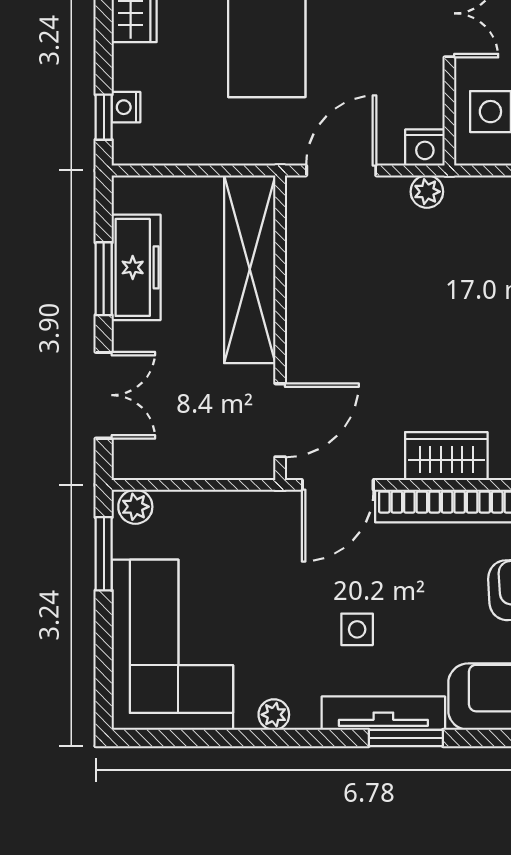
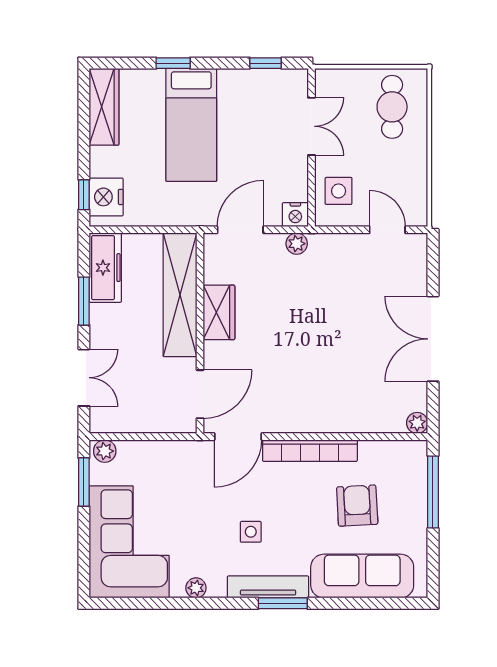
nightstand: (126, 107) -> (106, 197), width x1.89, depth x1.79
freezer: (136, 267) -> (105, 268), moved
wardrobe: (446, 456) -> (219, 312), moved, turned 90

